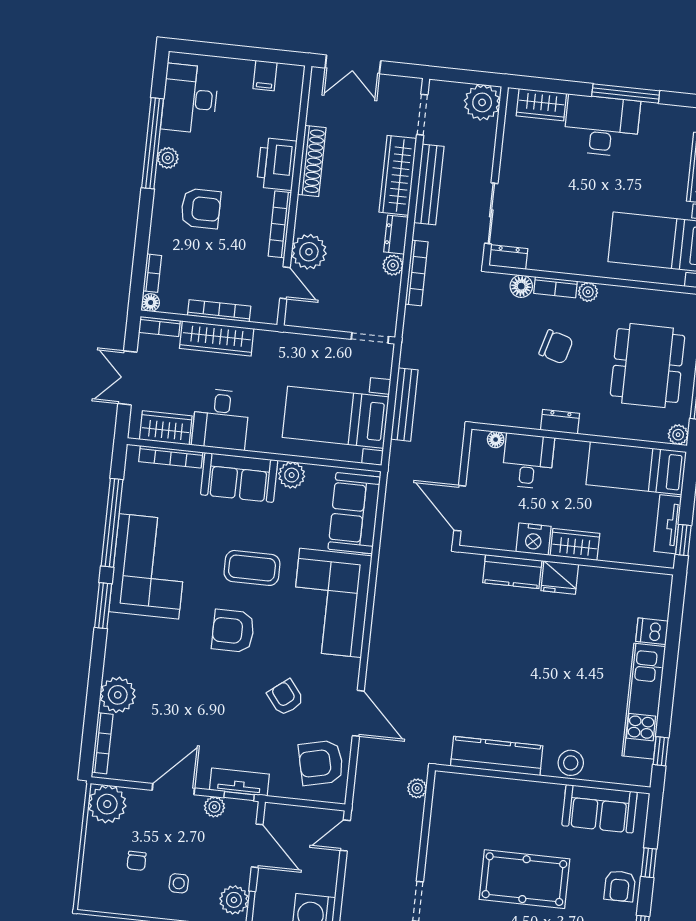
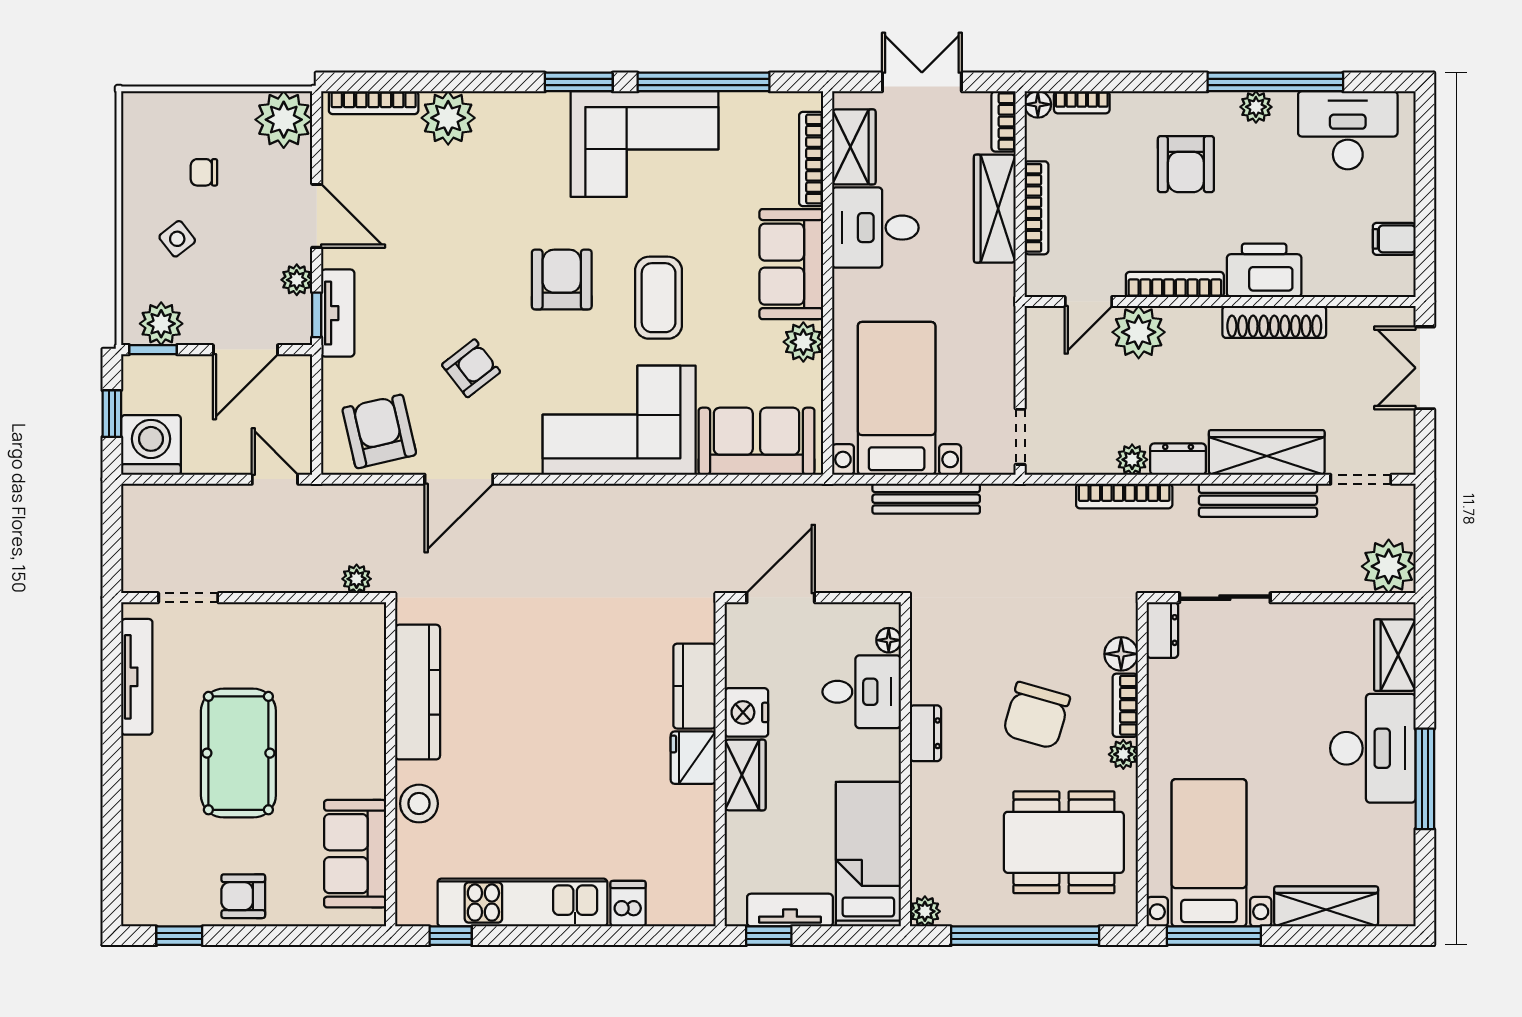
chair: (556, 347) -> (1036, 715), width x1.37, depth x1.37
dining table: (648, 366) -> (1064, 842), moved
window: (649, 863) -> (283, 936), removed
side table: (179, 883) -> (177, 239), turned -38

